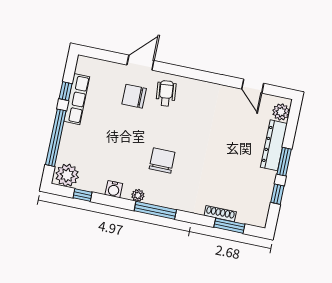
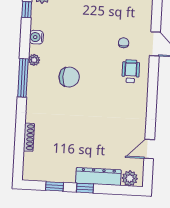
wheelchair: (166, 93) -> (131, 71), turned -84
chair: (134, 96) -> (124, 43), width x0.54, depth x0.54
window: (284, 162) -> (85, 188), width x0.67
window: (229, 226) -> (19, 147), removed

